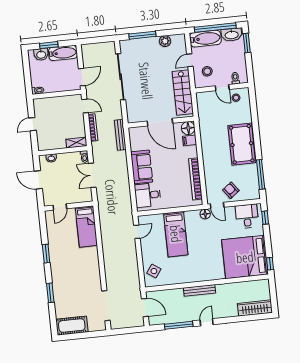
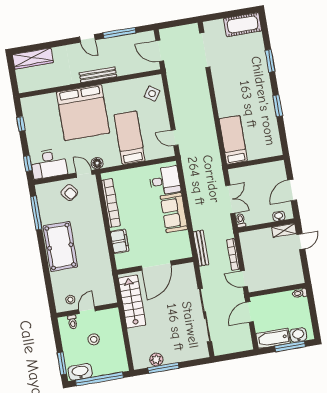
window: (142, 35) -> (163, 368), moved
bathtub: (205, 39) -> (110, 365), removed
window: (49, 45) -> (290, 346), width x1.44
door: (190, 60) -> (126, 339), removed
stool: (207, 71) -> (94, 339), moved
door: (222, 88) -> (87, 310), hinge flipped
door: (160, 122) -> (156, 266), swing flipped
door: (32, 124) -> (301, 242), moved
floor lamp: (188, 128) -> (123, 261), removed
filing cabinet: (190, 140) -> (120, 241), width x2.00
shelving: (76, 142) -> (284, 230), moved
door: (38, 180) -> (292, 190), swing flipped
door: (60, 207) -> (265, 160), removed
desk: (247, 216) -> (49, 164), width x1.37
door: (137, 232) -> (175, 138), hinge flipped
bed: (245, 257) -> (83, 113), moved, turned 90
window: (270, 264) -> (21, 124), moved
door: (207, 322) -> (87, 38), hinge flipped

